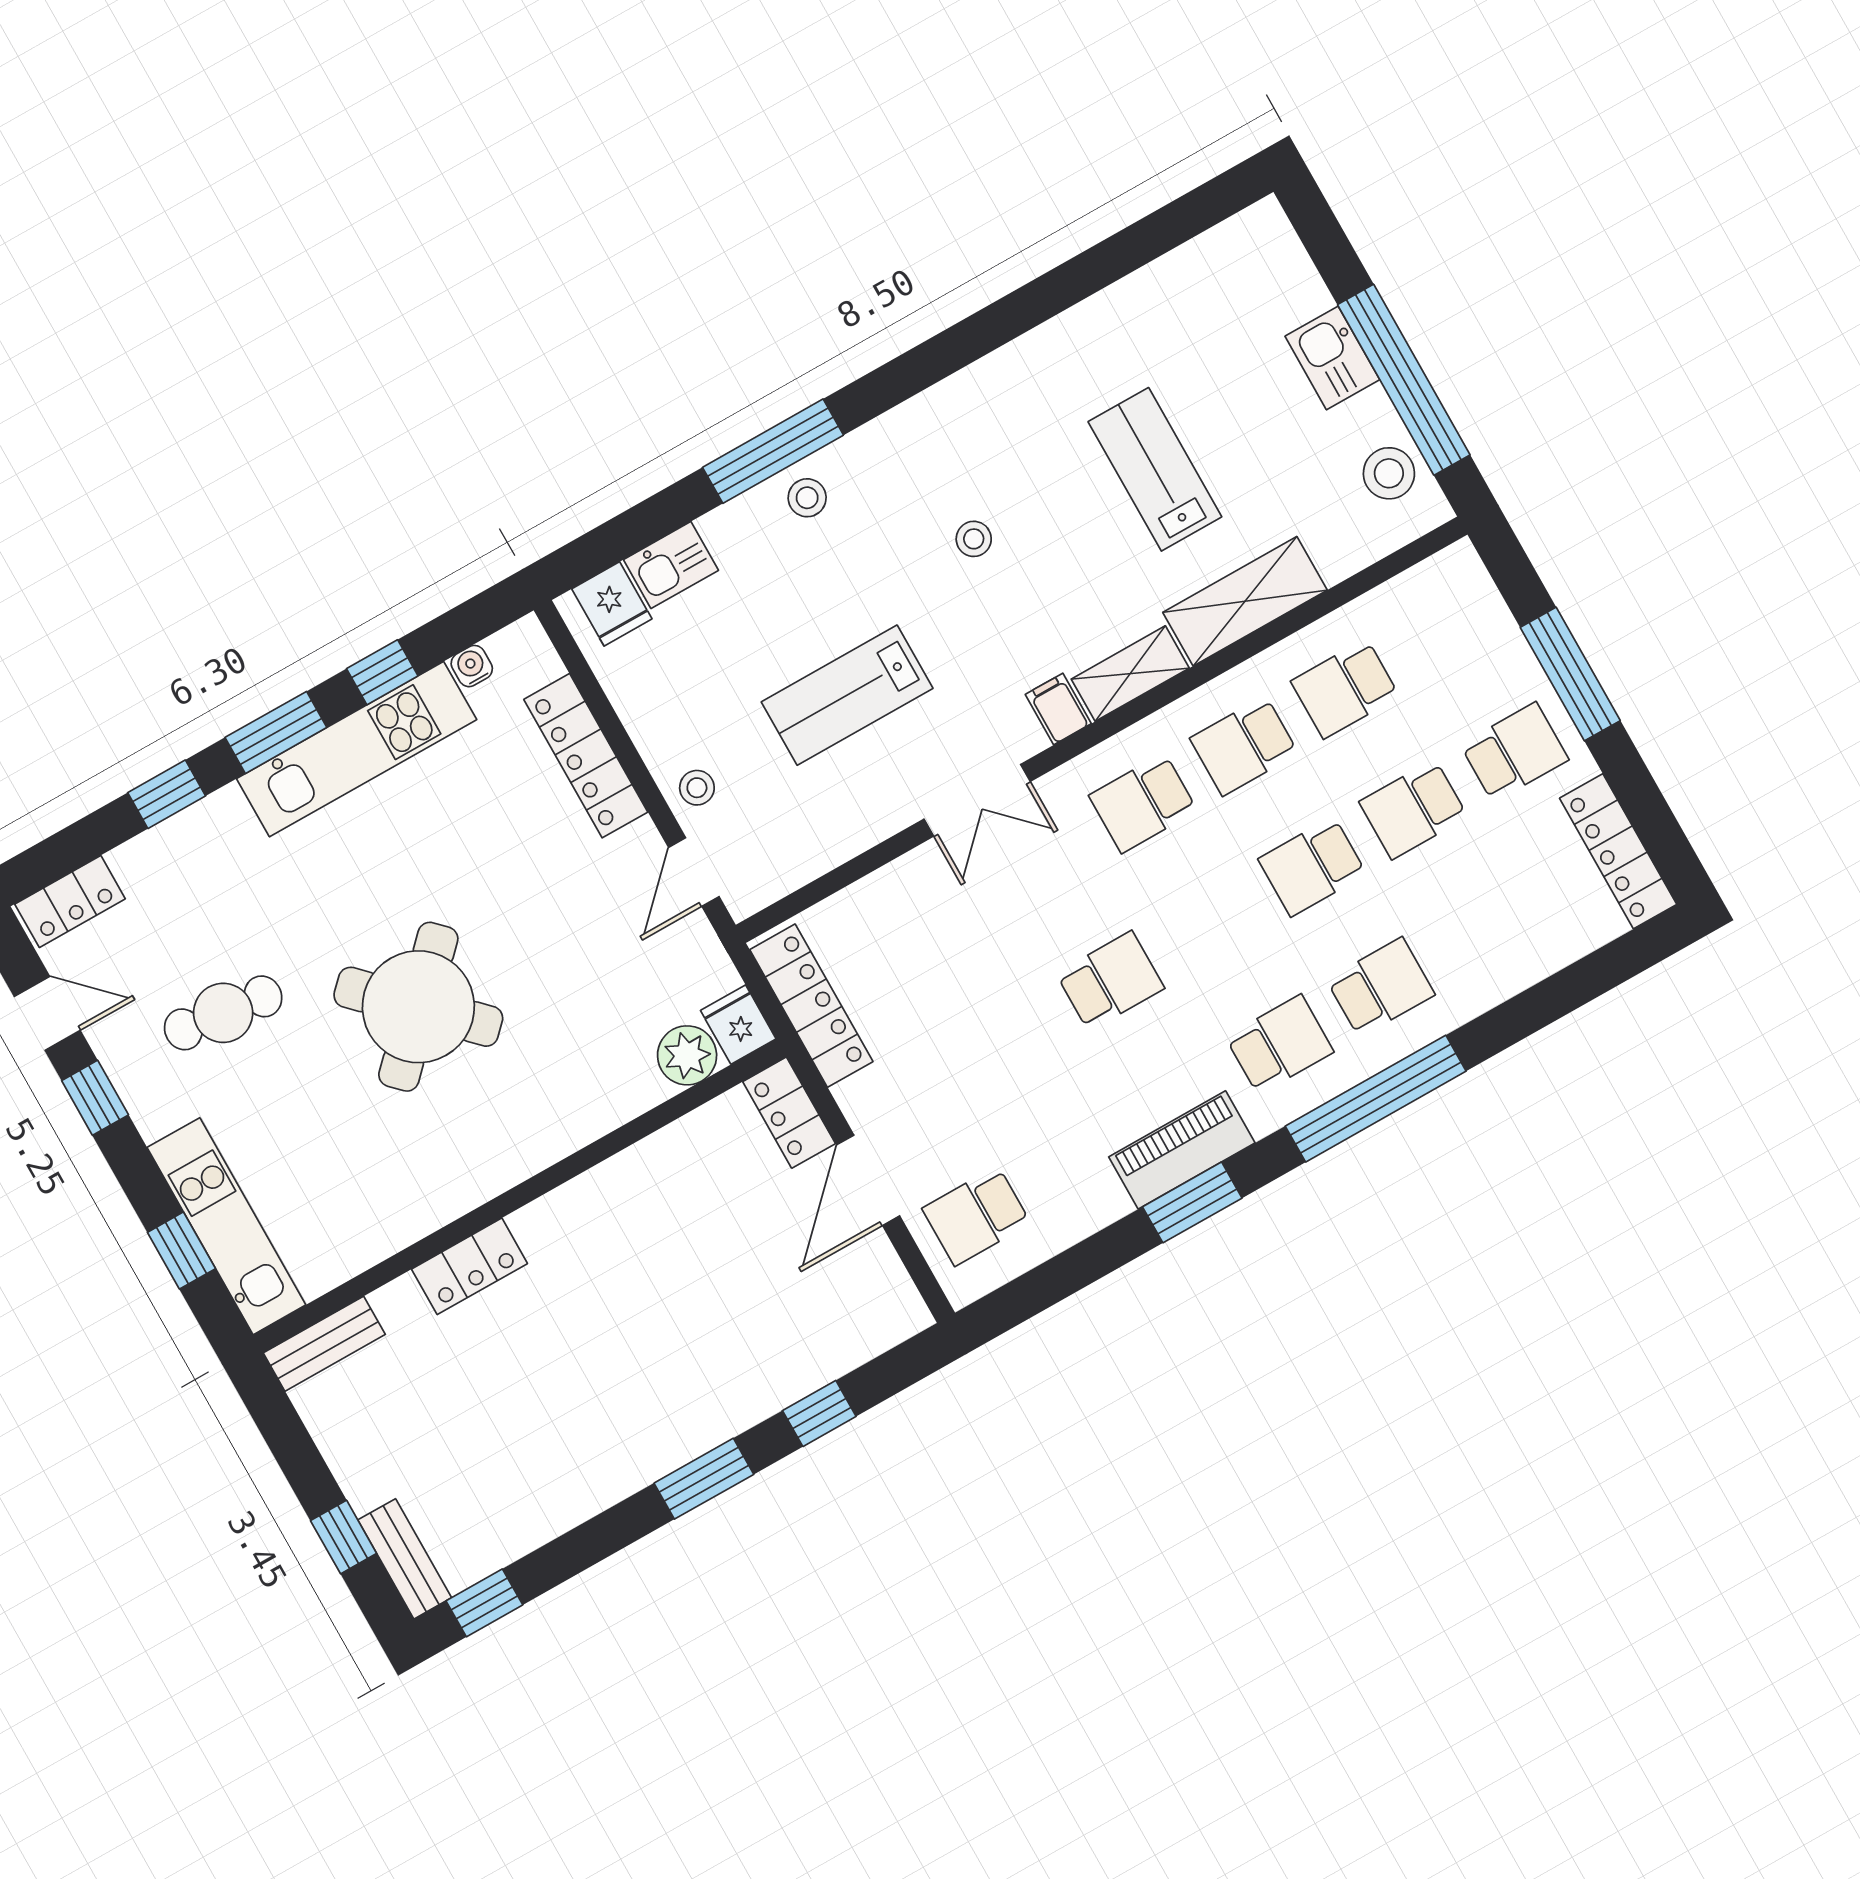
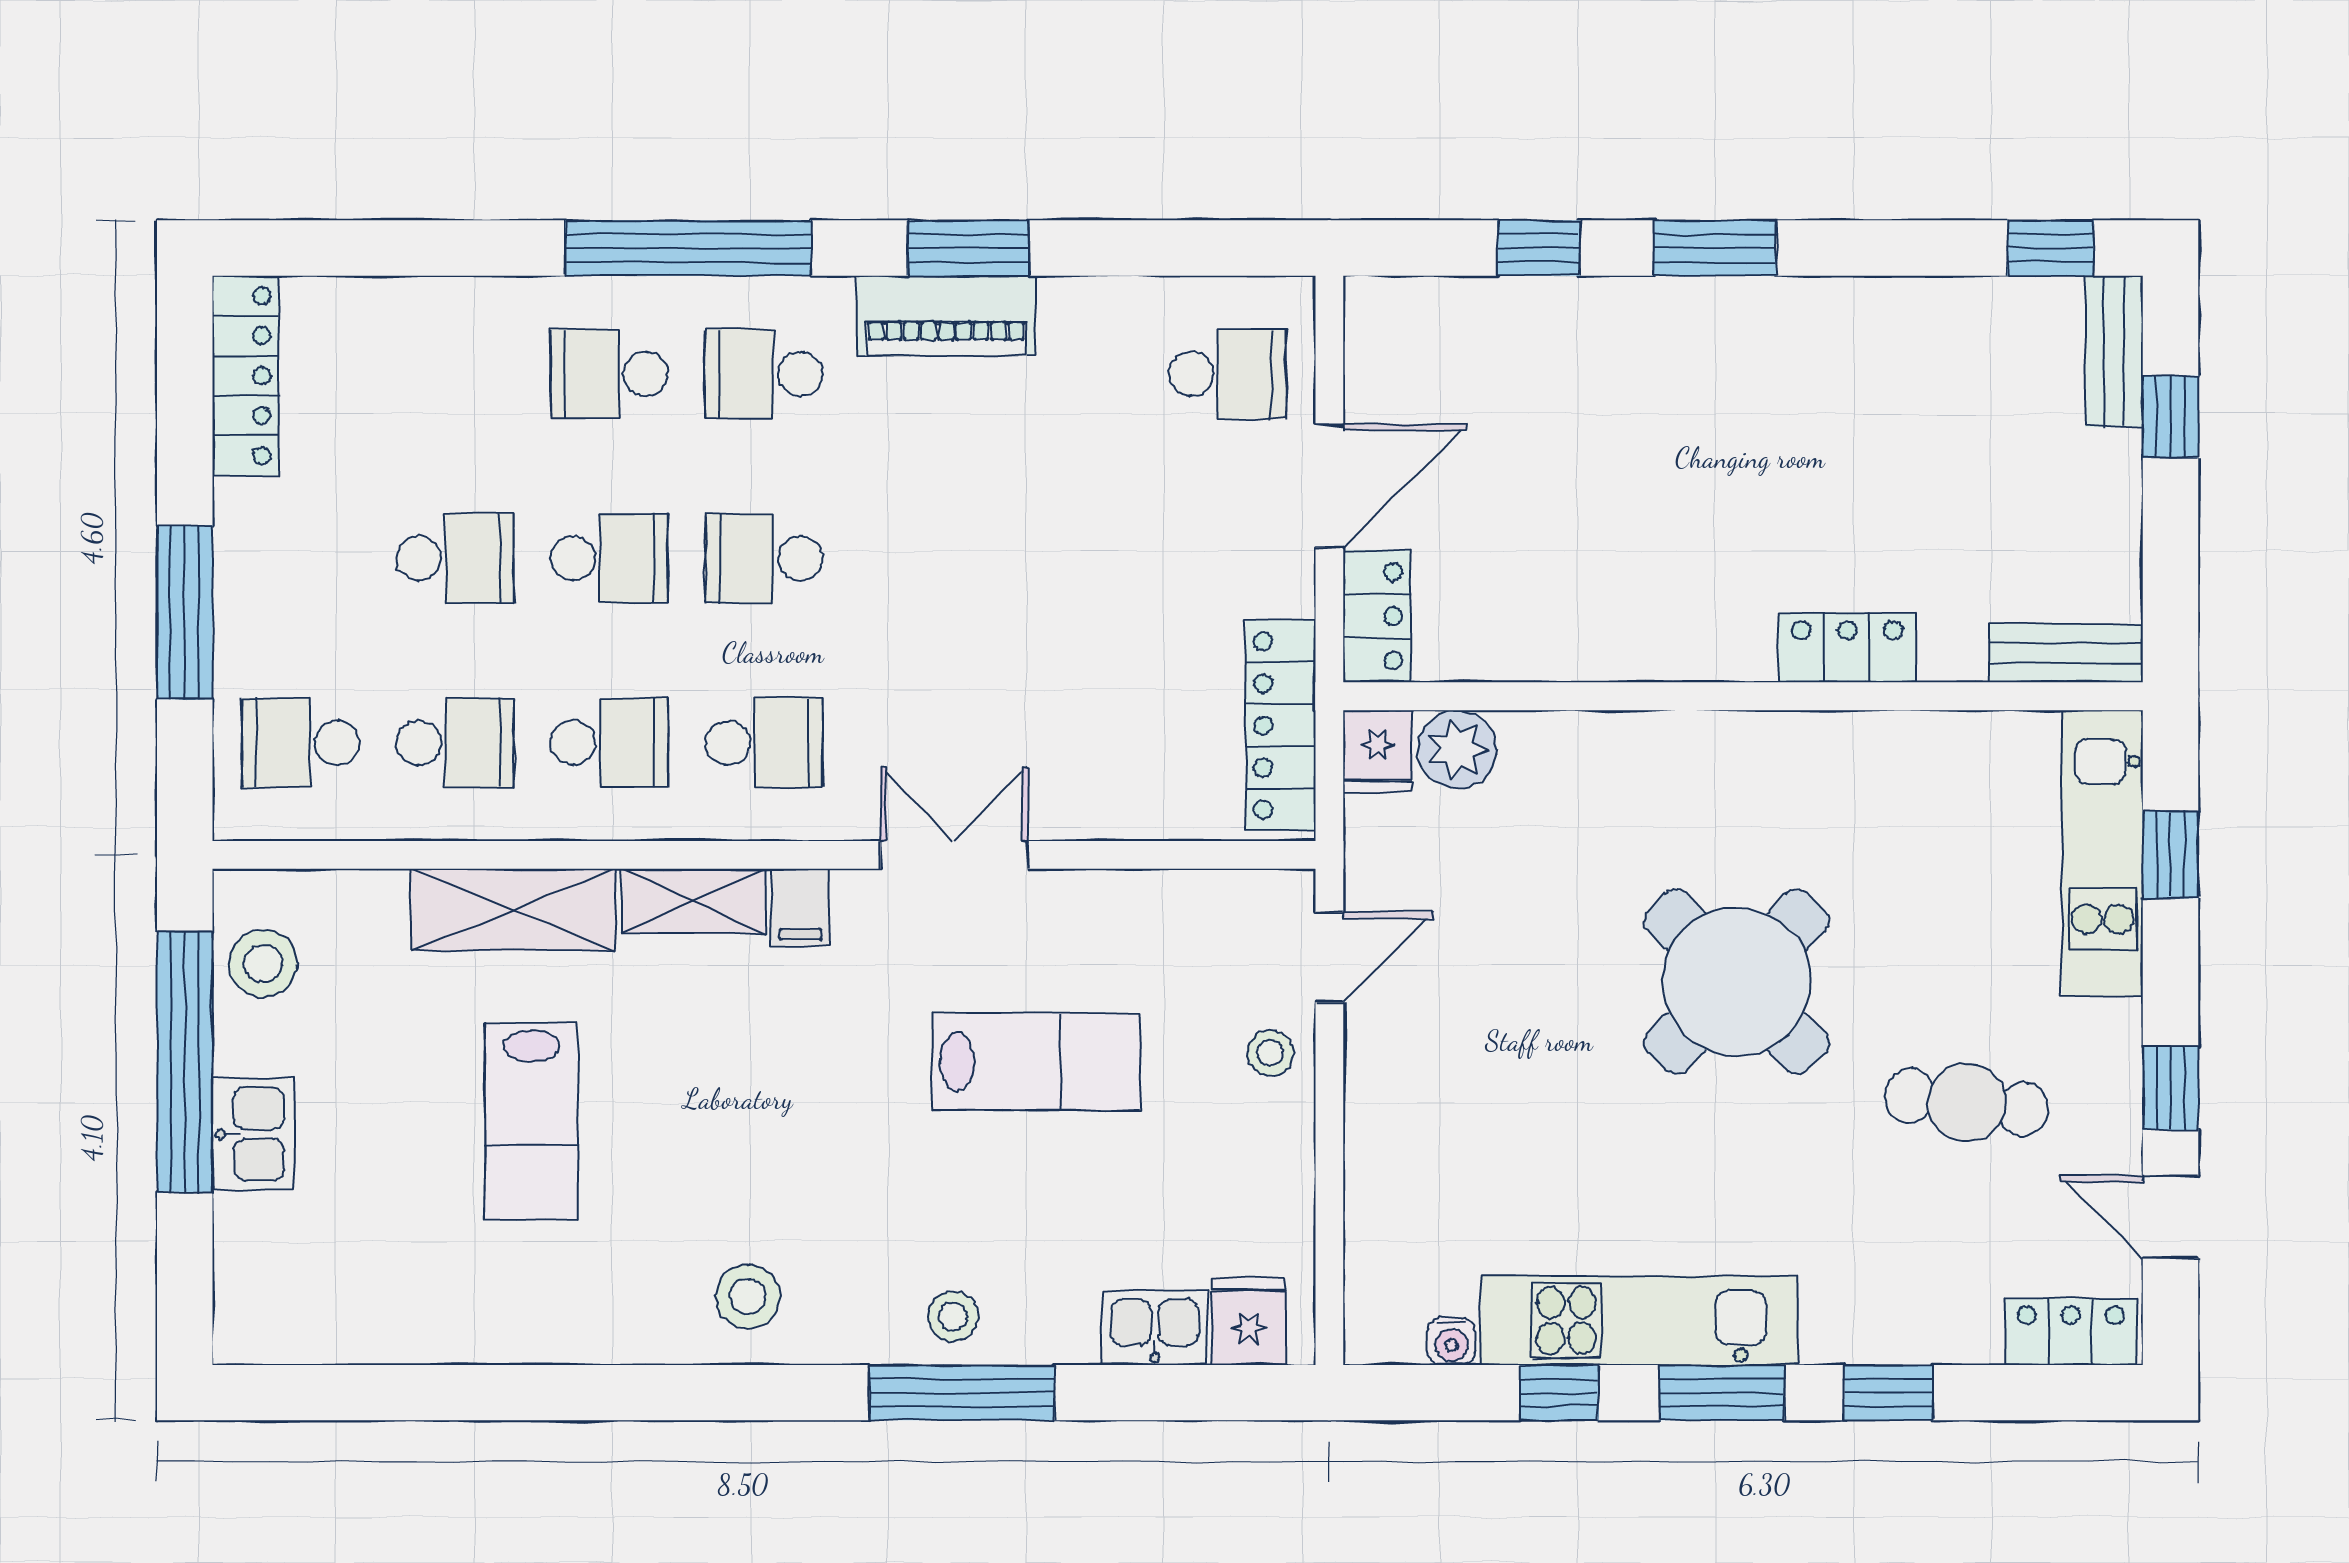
stool: (974, 539) -> (748, 1296), moved, width x1.37, depth x1.37
school desk: (1514, 752) -> (300, 743), moved
locker: (586, 756) -> (1378, 1163), removed
school desk: (1110, 981) -> (764, 558), moved

